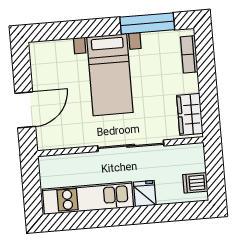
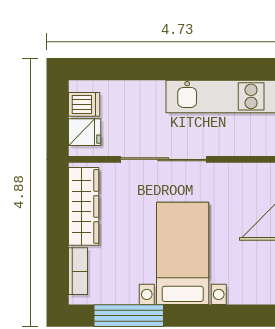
wardrobe: (190, 114) -> (84, 206), width x1.50
fridge: (145, 194) -> (85, 132), moved, turned -90

